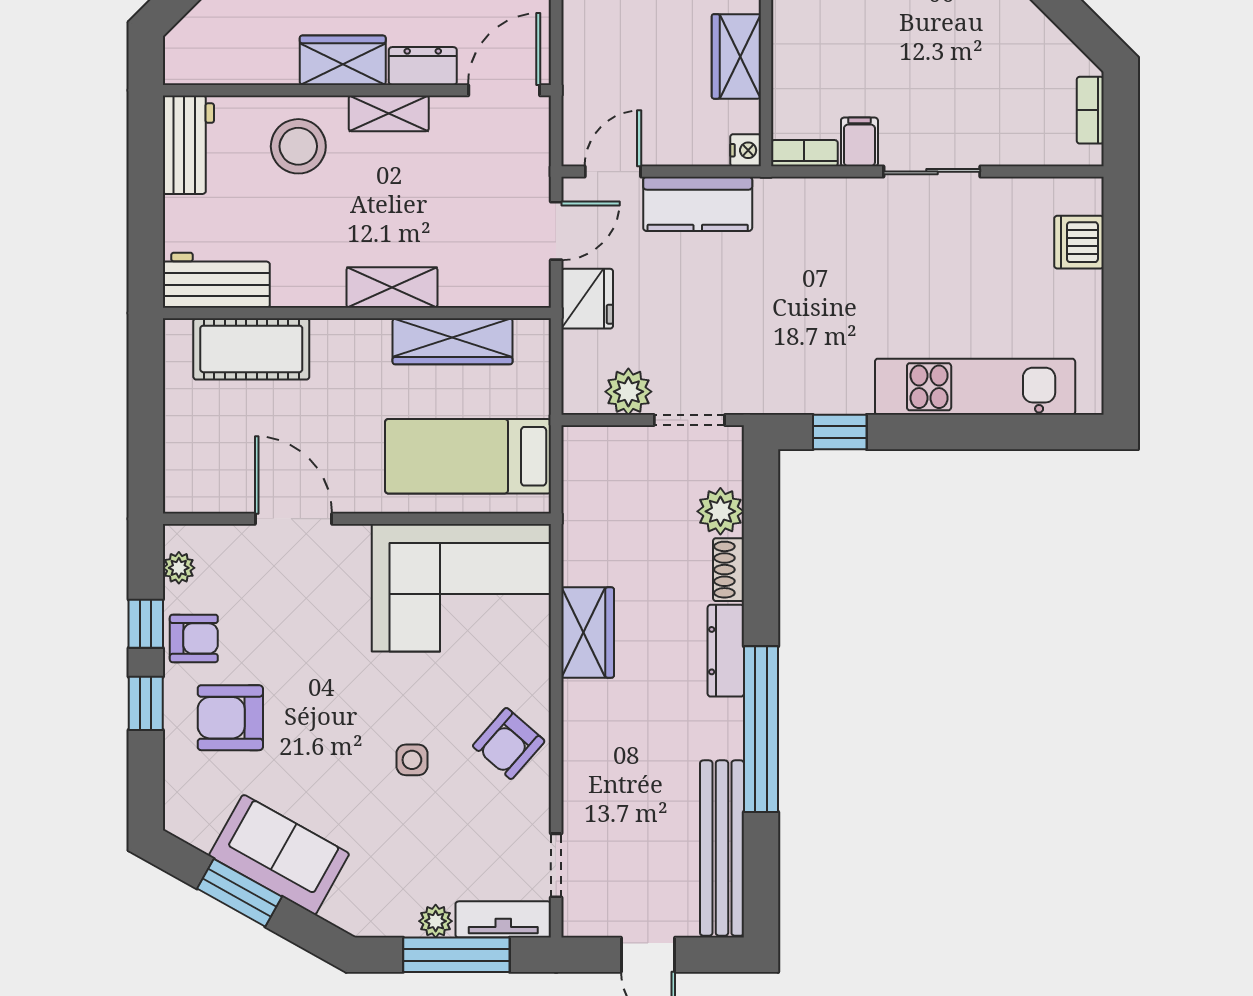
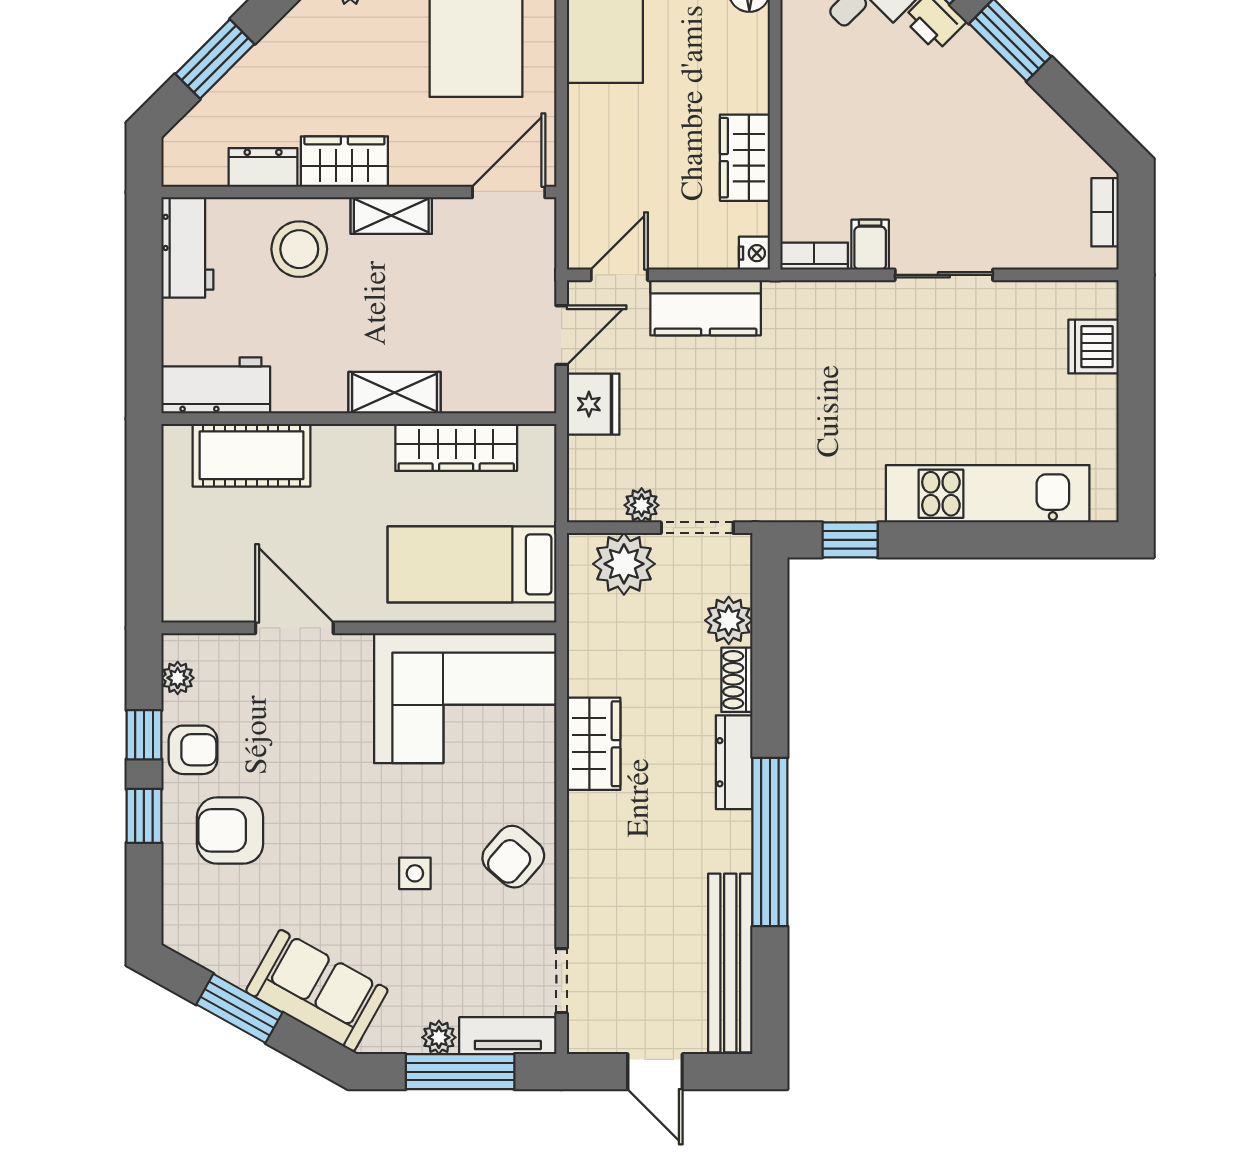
dresser: (423, 66) -> (263, 167), moved
plant: (628, 392) -> (642, 505), width x0.73, depth x0.73
plant: (617, 456) -> (624, 564), added
sofa: (279, 855) -> (317, 991), moved

